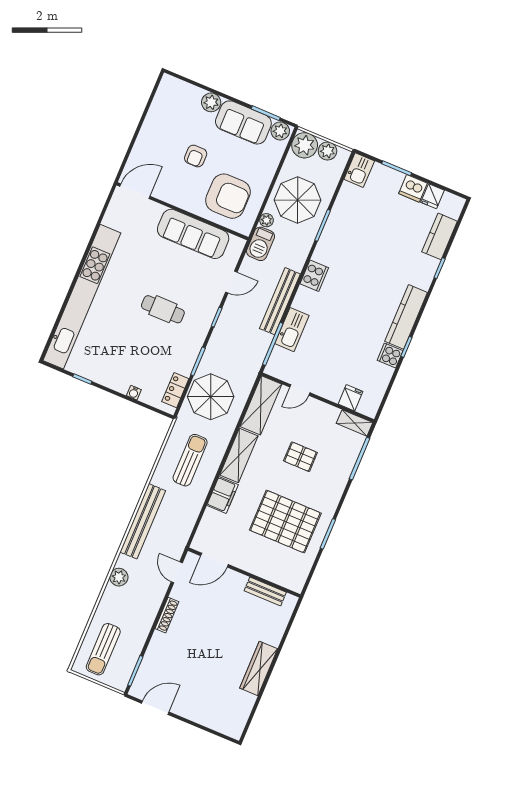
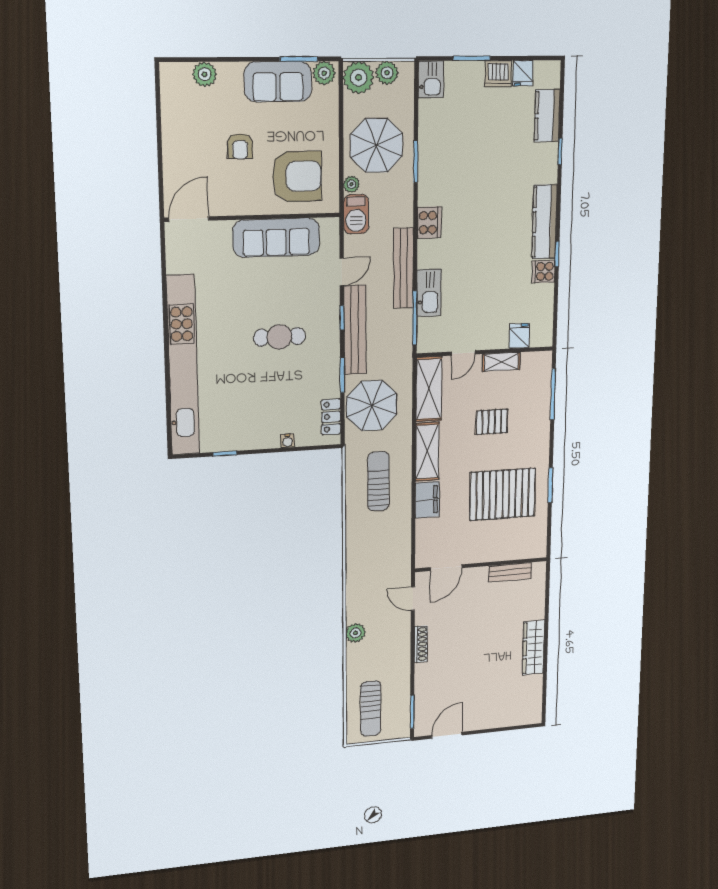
plant: (211, 102) -> (205, 74), moved
shelving: (355, 423) -> (501, 362), moved
bench: (143, 521) -> (355, 330), moved

